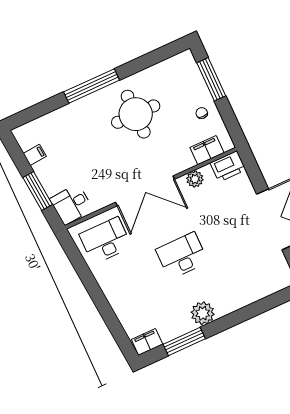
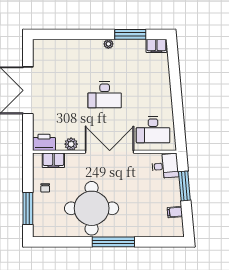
round table: (136, 114) -> (92, 208), width x1.36, depth x1.36
plant: (203, 313) -> (108, 44), width x0.53, depth x0.53

